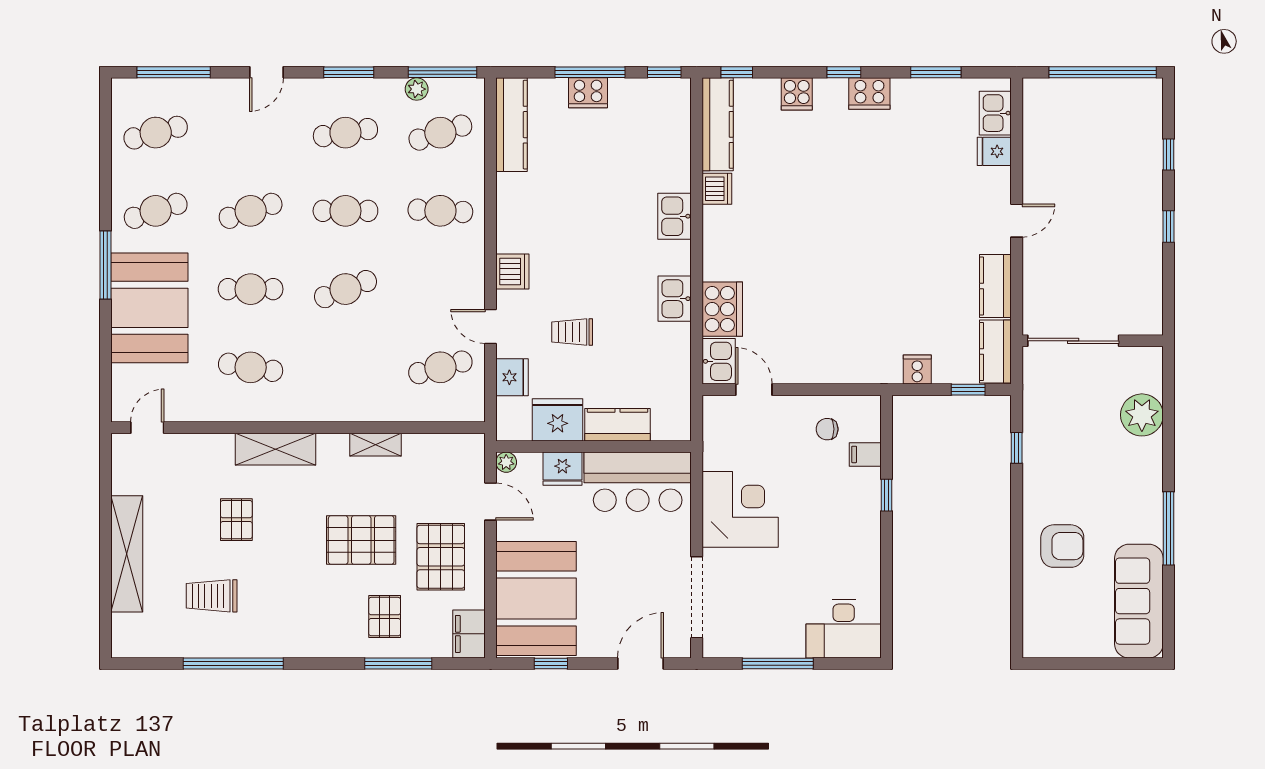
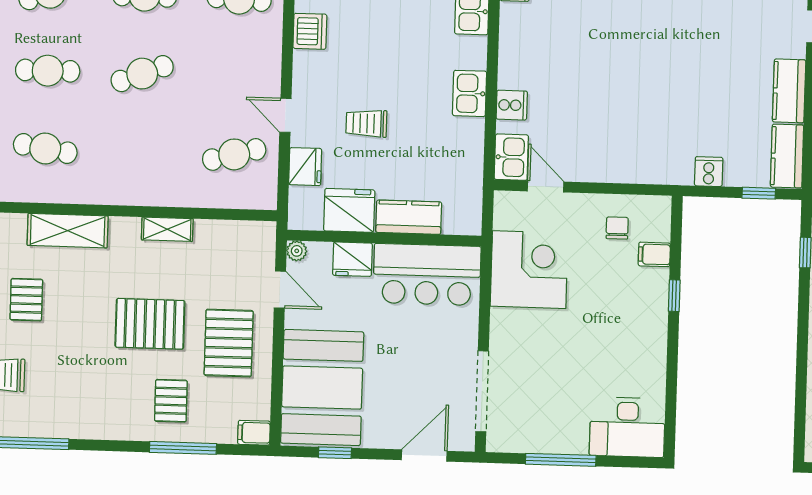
dishwasher: (512, 272) -> (310, 31), moved
cooker: (722, 309) -> (512, 105), width x0.53, depth x0.76
chair: (827, 429) -> (617, 228), turned 90
corner desk: (740, 509) -> (529, 270), moved
filing cabinet: (469, 634) -> (254, 433), width x0.50

